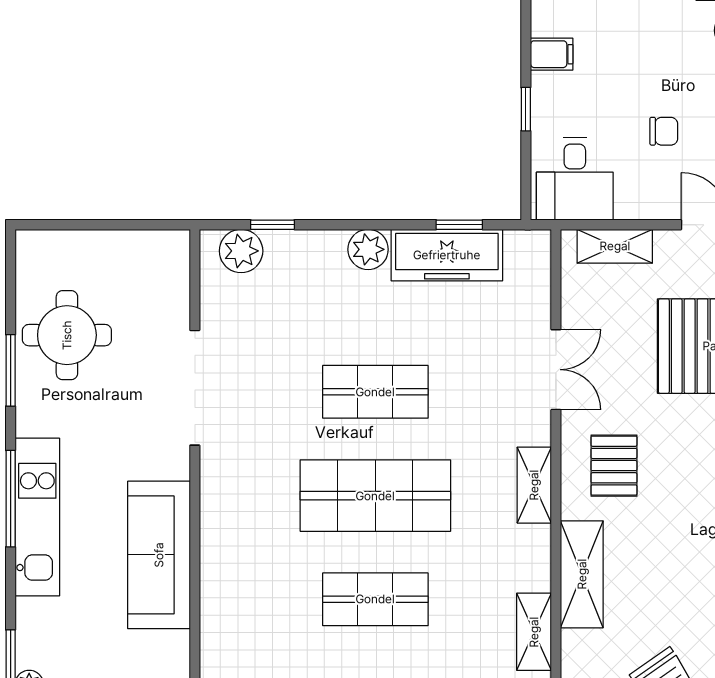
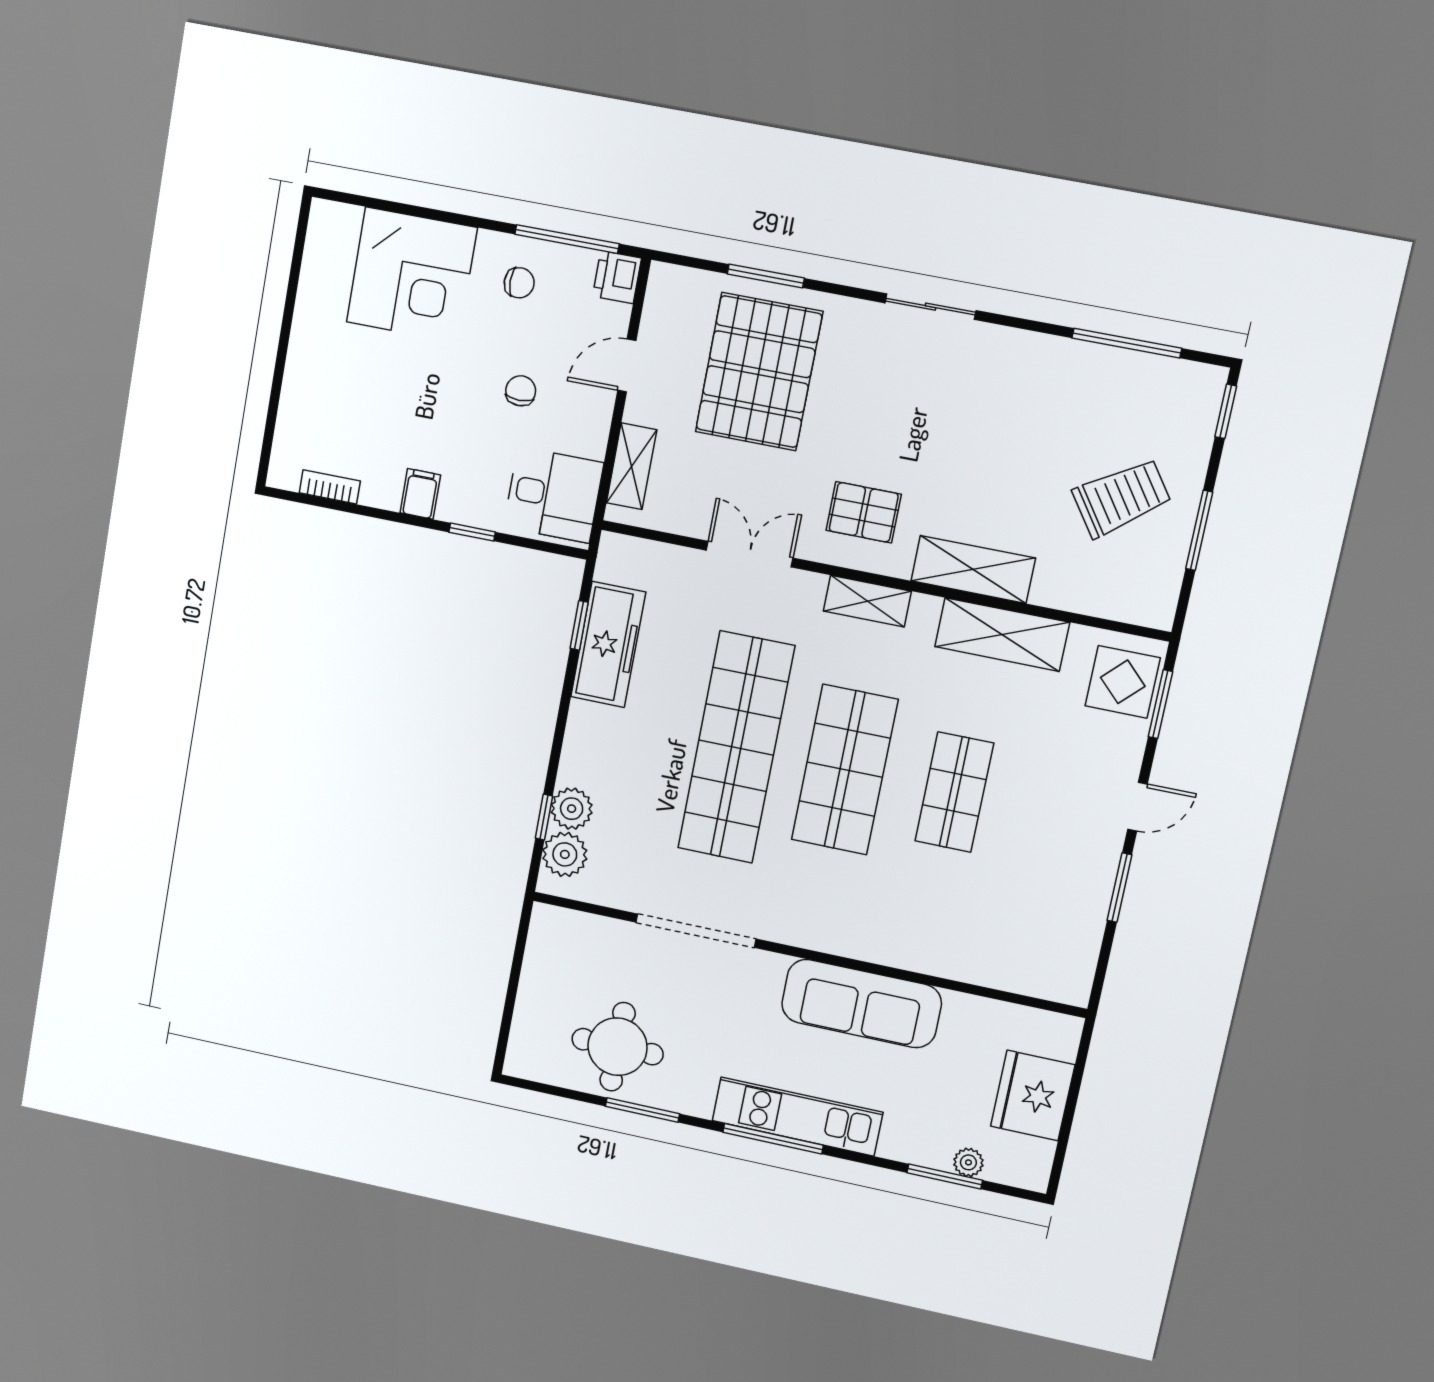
plant: (368, 249) -> (572, 809), moved
shop shelf: (375, 392) -> (736, 747), width x2.00, depth x1.36
shelving: (534, 632) -> (1002, 635), width x1.50, depth x1.33

